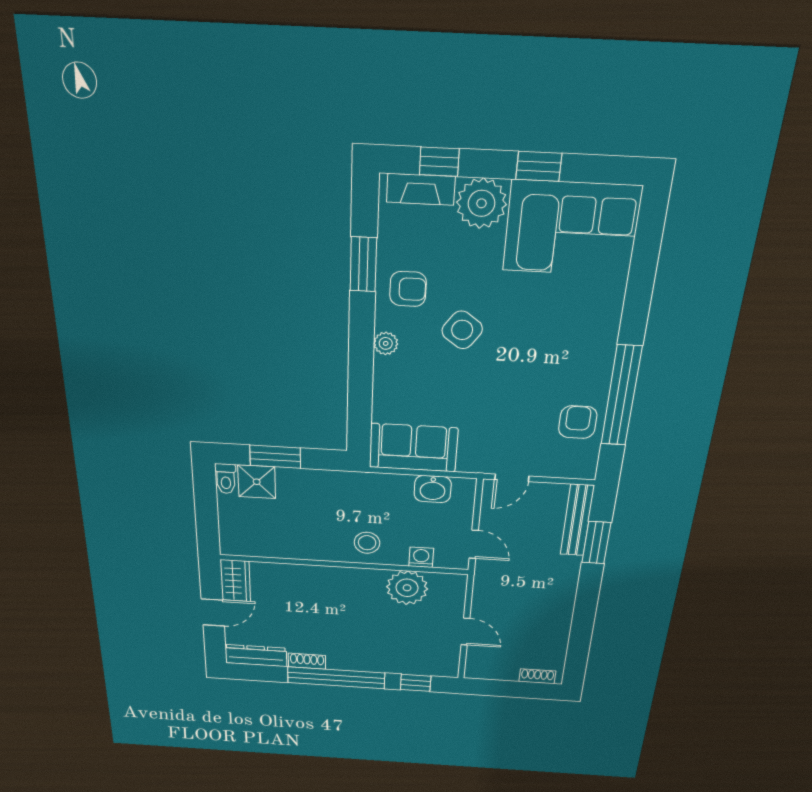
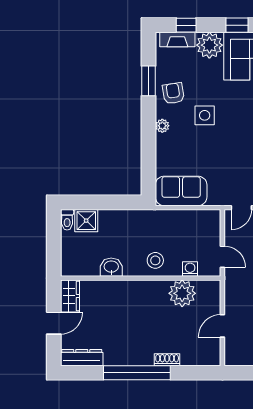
armchair: (408, 289) -> (173, 93), turned -99
side table: (462, 330) -> (205, 115), turned -36
window: (275, 457) -> (98, 202), removed
washbasin: (433, 489) -> (111, 267), moved, turned 180
door: (465, 632) -> (222, 326), swing flipped
shoe rack: (307, 661) -> (167, 360), moved
window: (416, 683) -> (192, 373), removed

